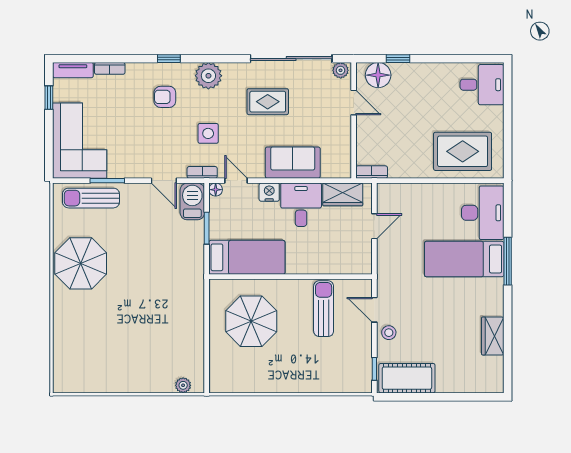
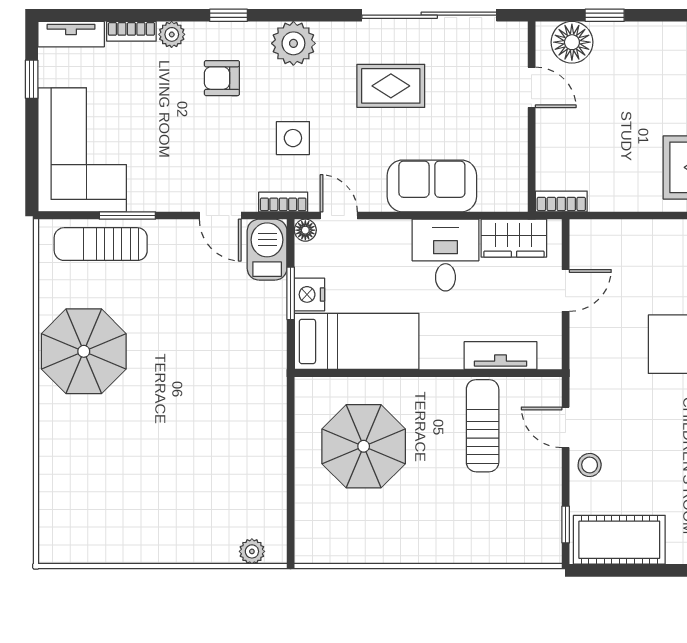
plant: (341, 70) -> (172, 34), moved
nightstand: (269, 192) -> (309, 294), moved, turned -90
tv unit: (335, 266) -> (501, 356), added

